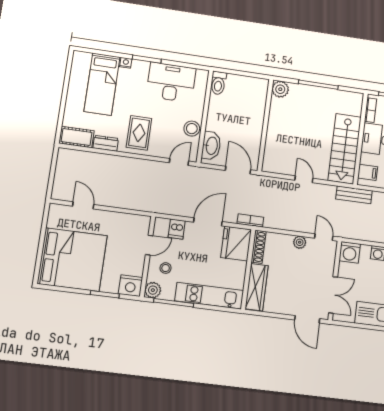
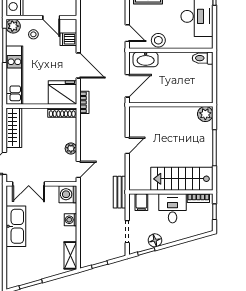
stairs: (345, 149) -> (182, 179), moved
wardrobe: (257, 287) -> (14, 128), moved, turned -90

